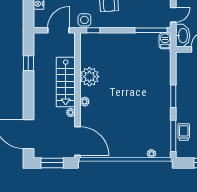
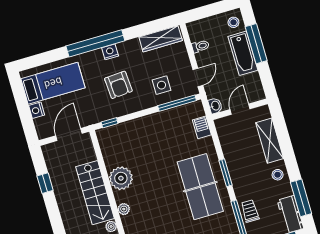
side table: (84, 20) -> (161, 85), moved
washbasin: (183, 36) -> (215, 106), width x0.52, depth x0.69
barbecue: (165, 41) -> (202, 127), moved
table tennis table: (150, 101) -> (200, 187), added

